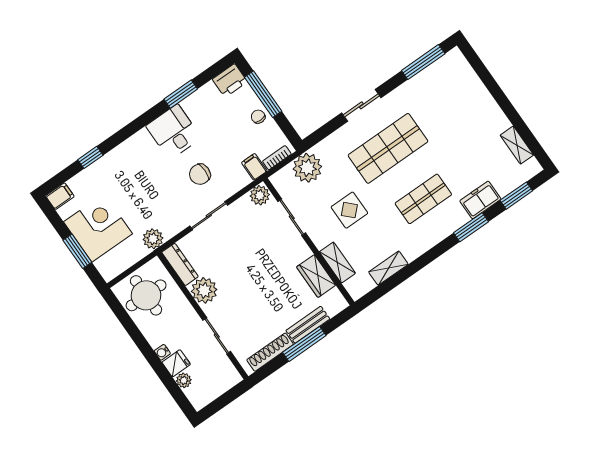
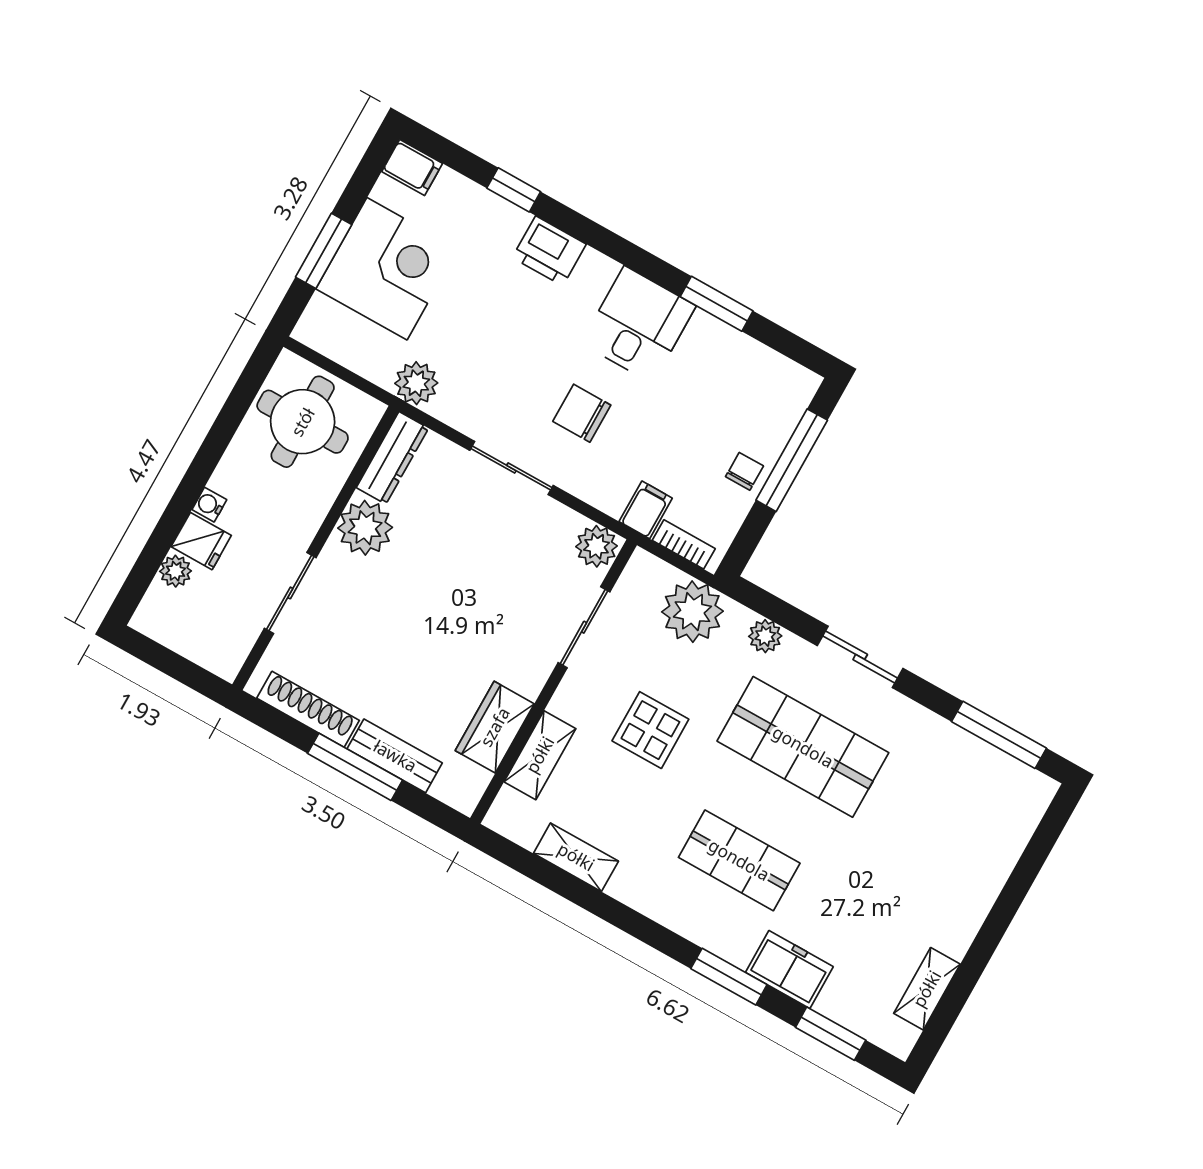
printer: (230, 80) -> (549, 251), moved
plant: (333, 142) -> (765, 636), added

